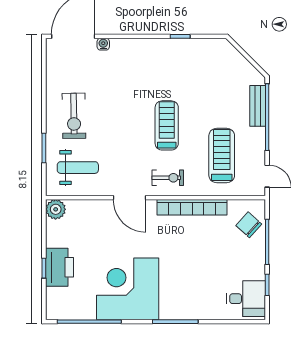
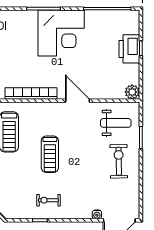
weight bench: (78, 168) -> (116, 123), turned 180
exercise bike: (168, 178) -> (48, 200), moved
corner desk: (128, 289) -> (61, 33), moved

